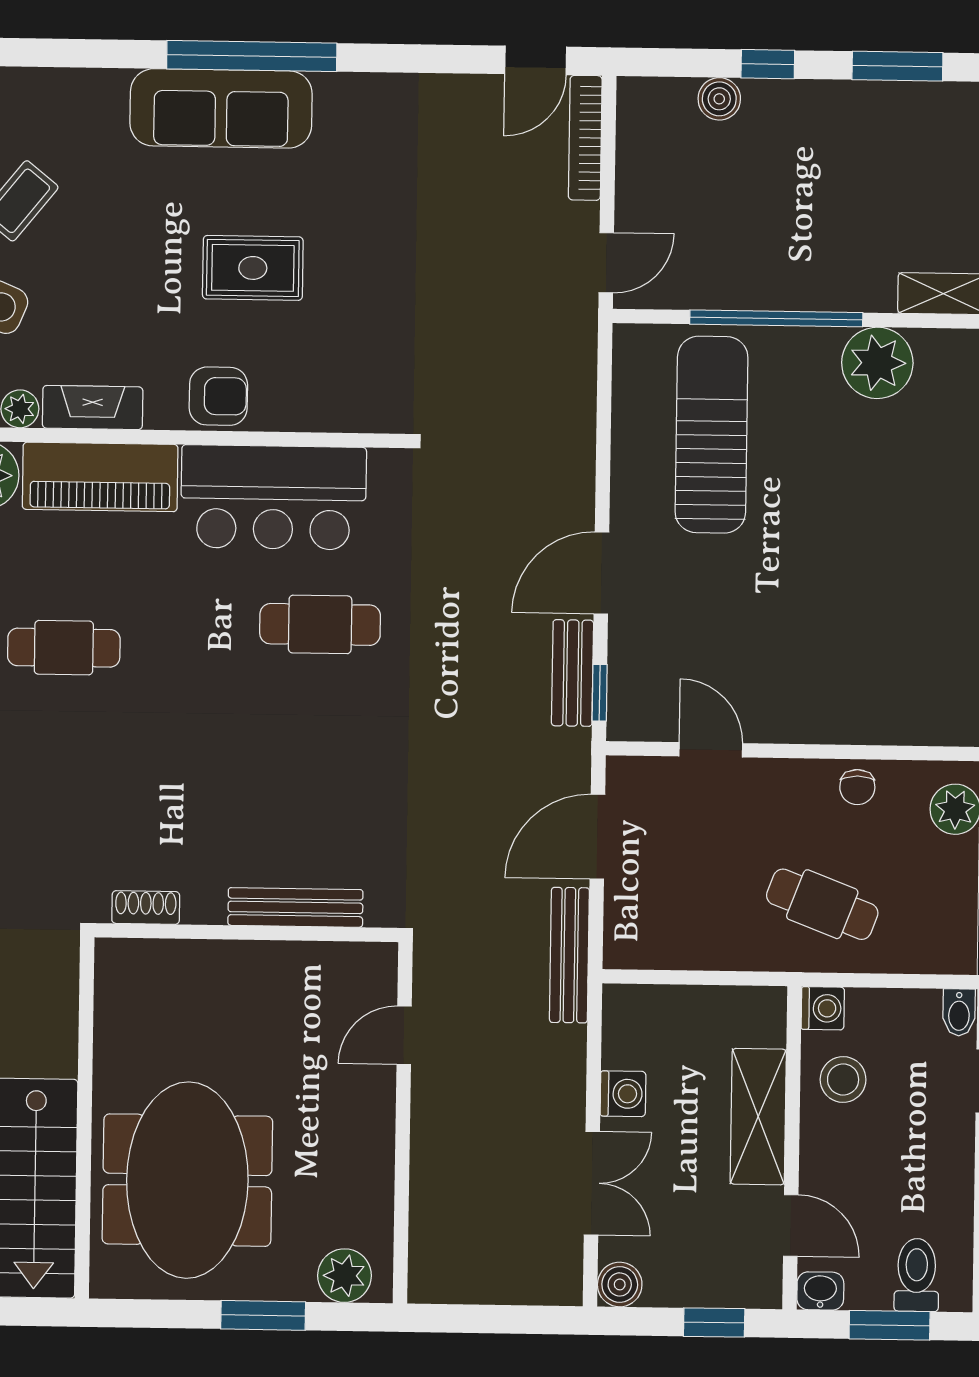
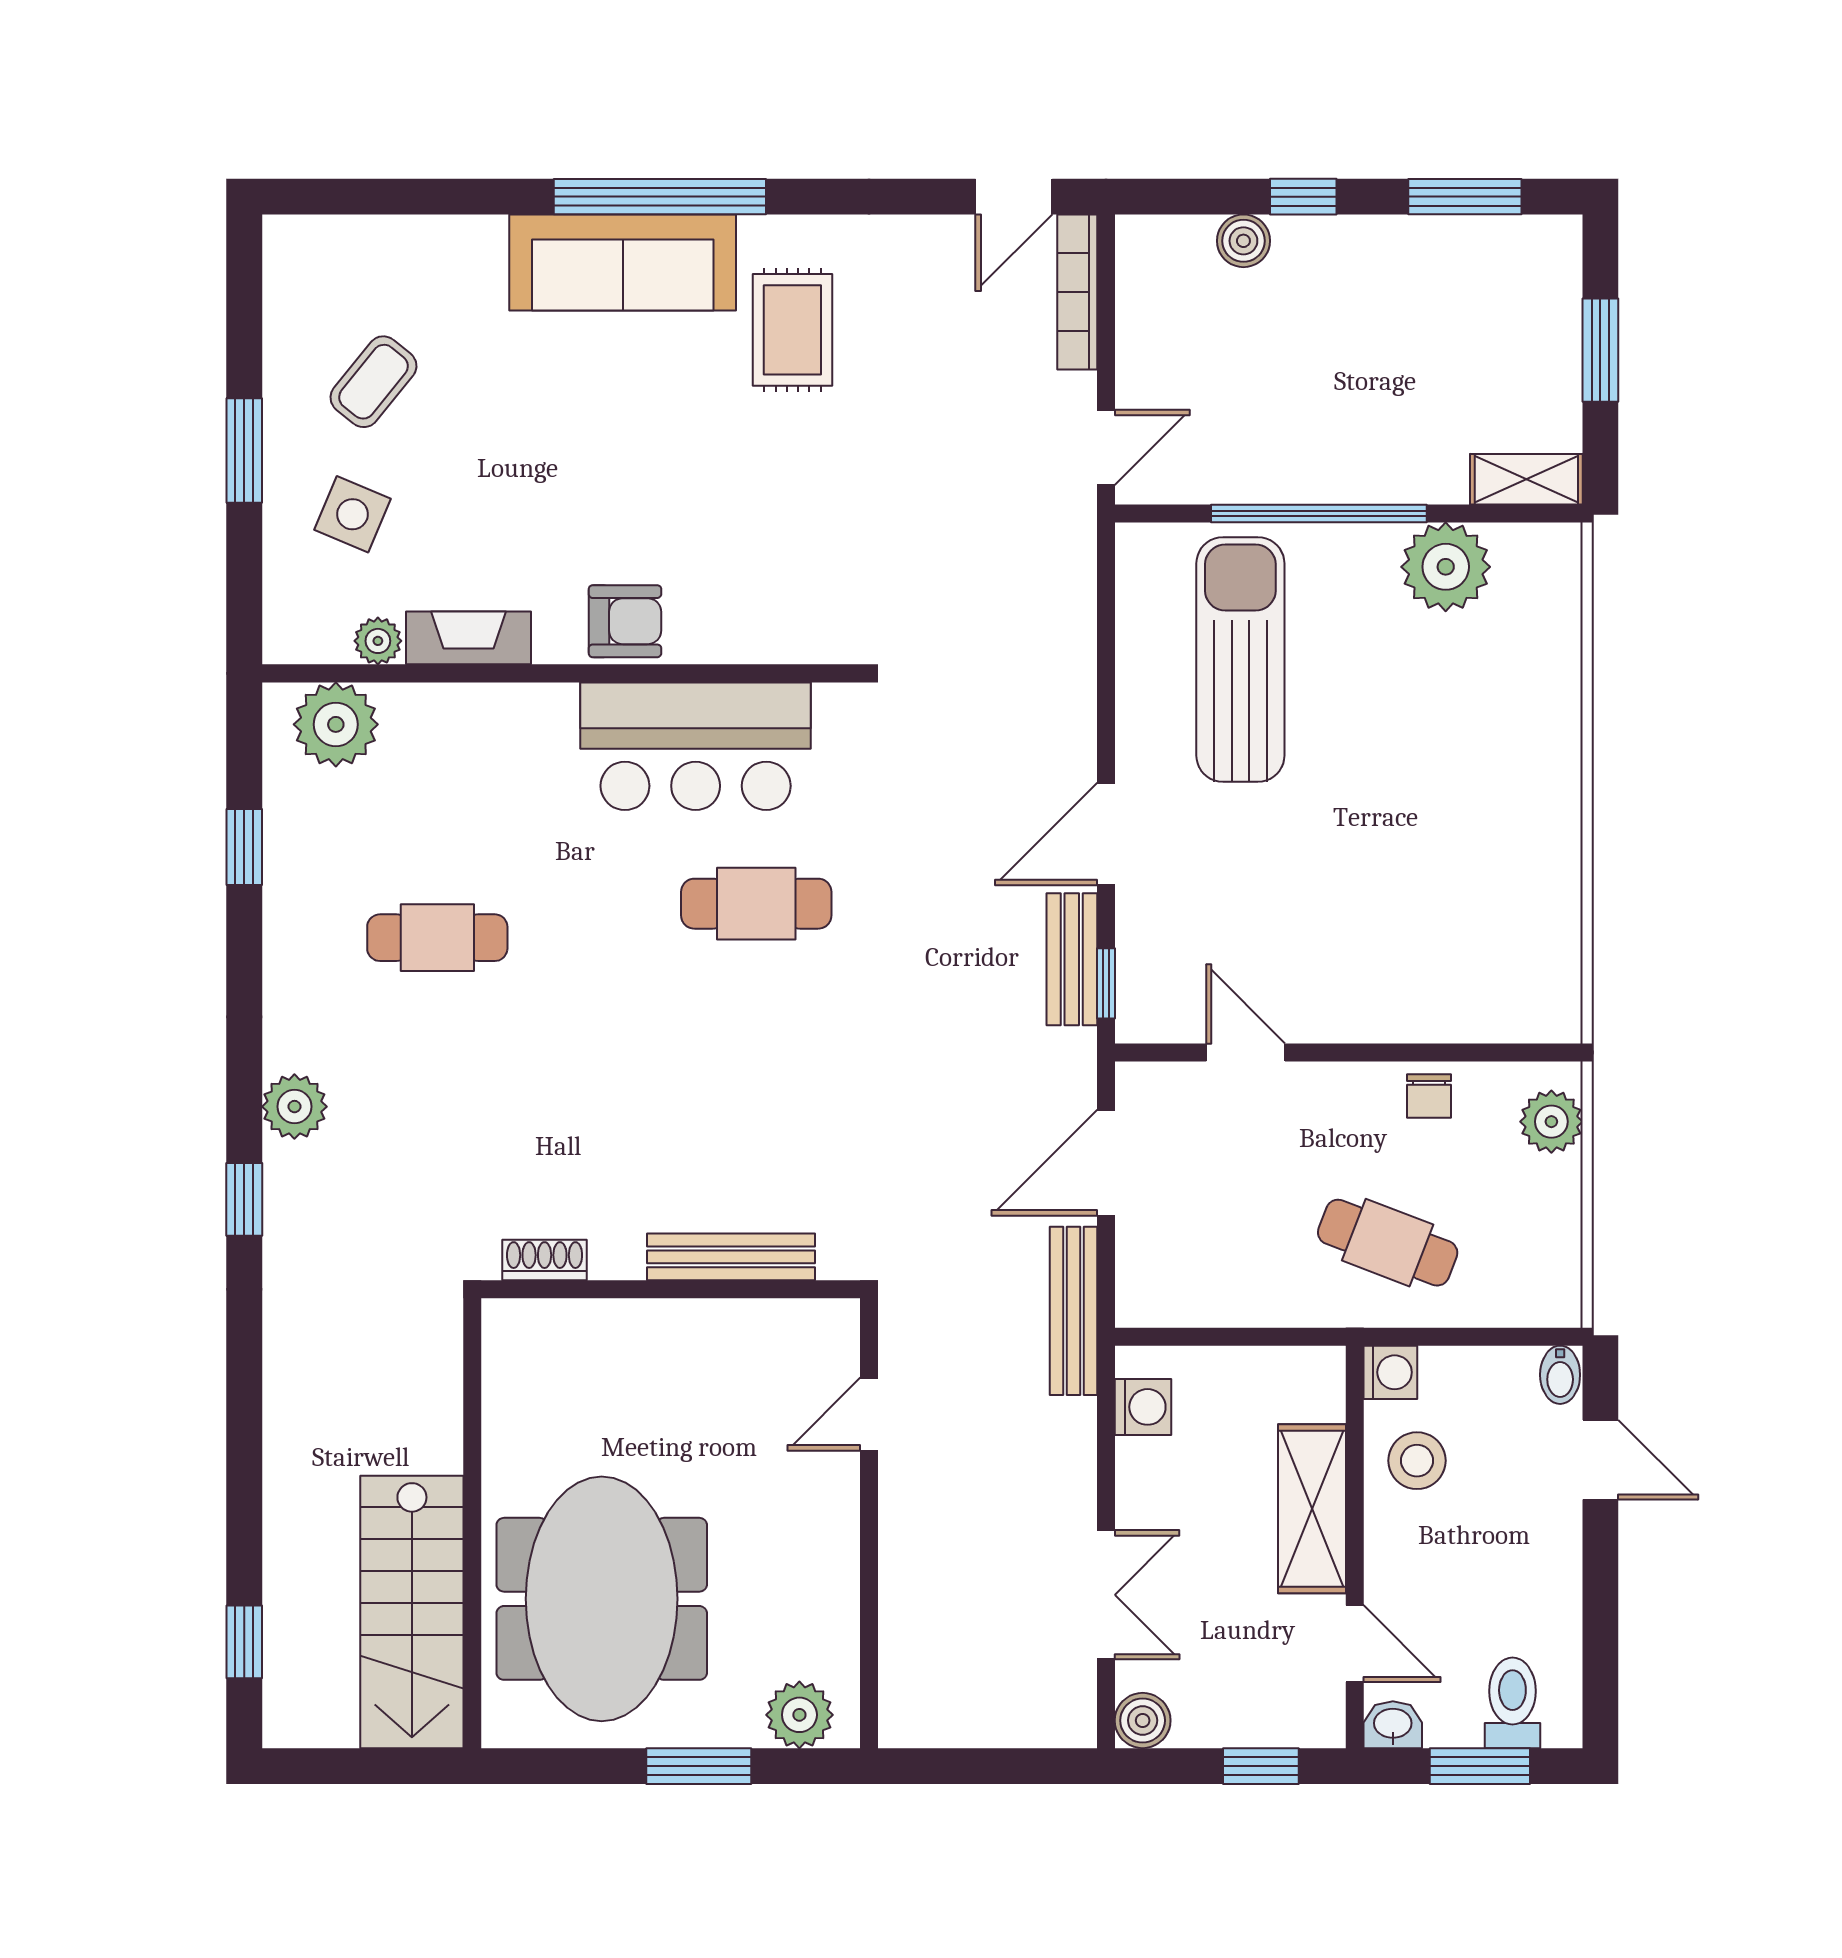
rug: (253, 268) -> (792, 330), moved, turned 90
piano: (100, 477) -> (479, 724), removed
washing machine: (623, 1094) -> (1143, 1407), moved

